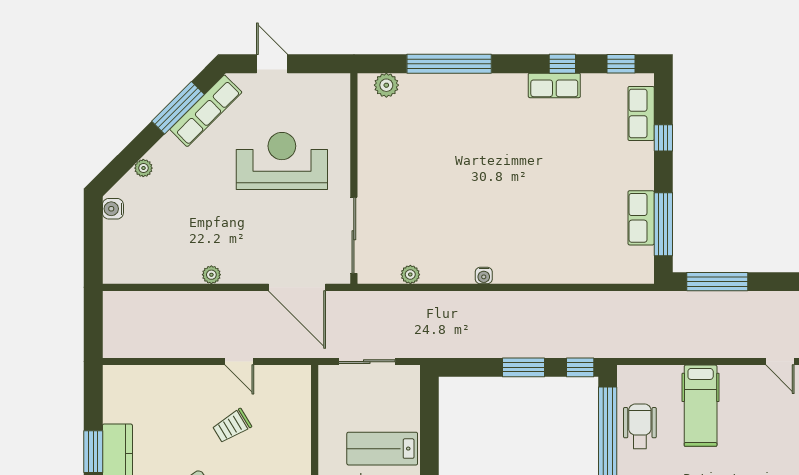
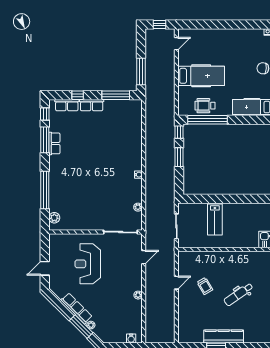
window: (562, 64) -> (45, 140), width x2.17
window: (178, 108) -> (81, 327), moved
row of seats: (206, 111) -> (76, 308), moved
water cooler: (113, 209) -> (131, 339), moved
row of seats: (641, 218) -> (92, 105), moved
door: (297, 287) -> (144, 257), width x0.53
hospital bed: (701, 406) -> (201, 76), width x1.37, depth x1.29

